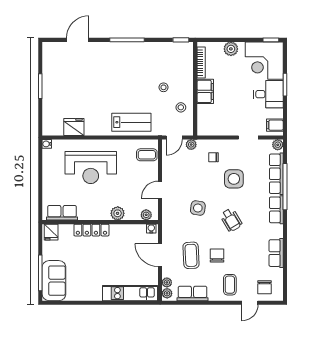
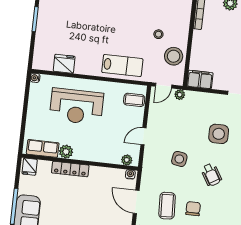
filing cabinet: (205, 91) -> (200, 79), moved, turned -90
stool: (181, 107) -> (174, 56), width x1.89, depth x1.89
chair: (213, 157) -> (201, 110), removed
plant: (118, 213) -> (66, 152), moved

